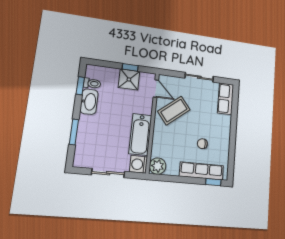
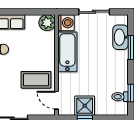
washbasin: (89, 102) -> (120, 37), moved
coffee table: (174, 111) -> (36, 80), turned 39

